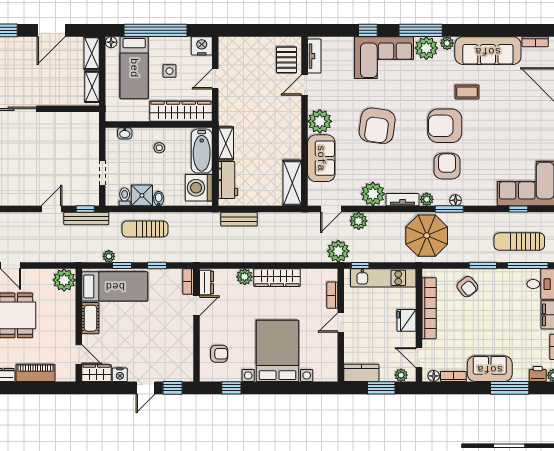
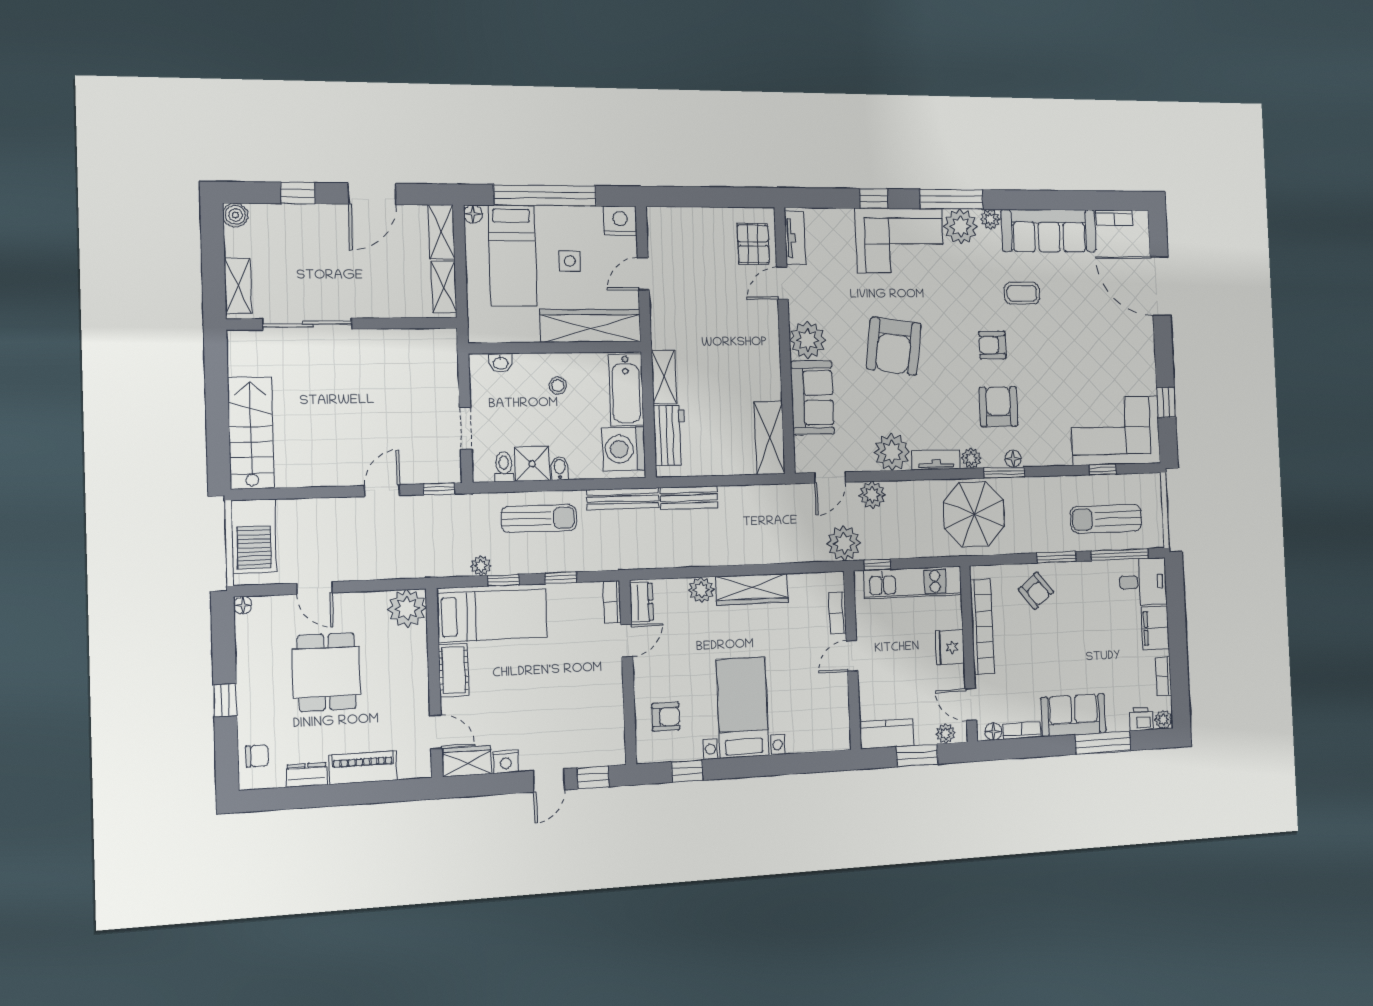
armchair: (445, 126) -> (992, 345), width x0.53, depth x0.53
bench: (86, 218) -> (623, 499), moved
sun lounger: (145, 229) -> (539, 519), turned 180
bed with nightstands: (277, 351) -> (743, 707), width x0.73

